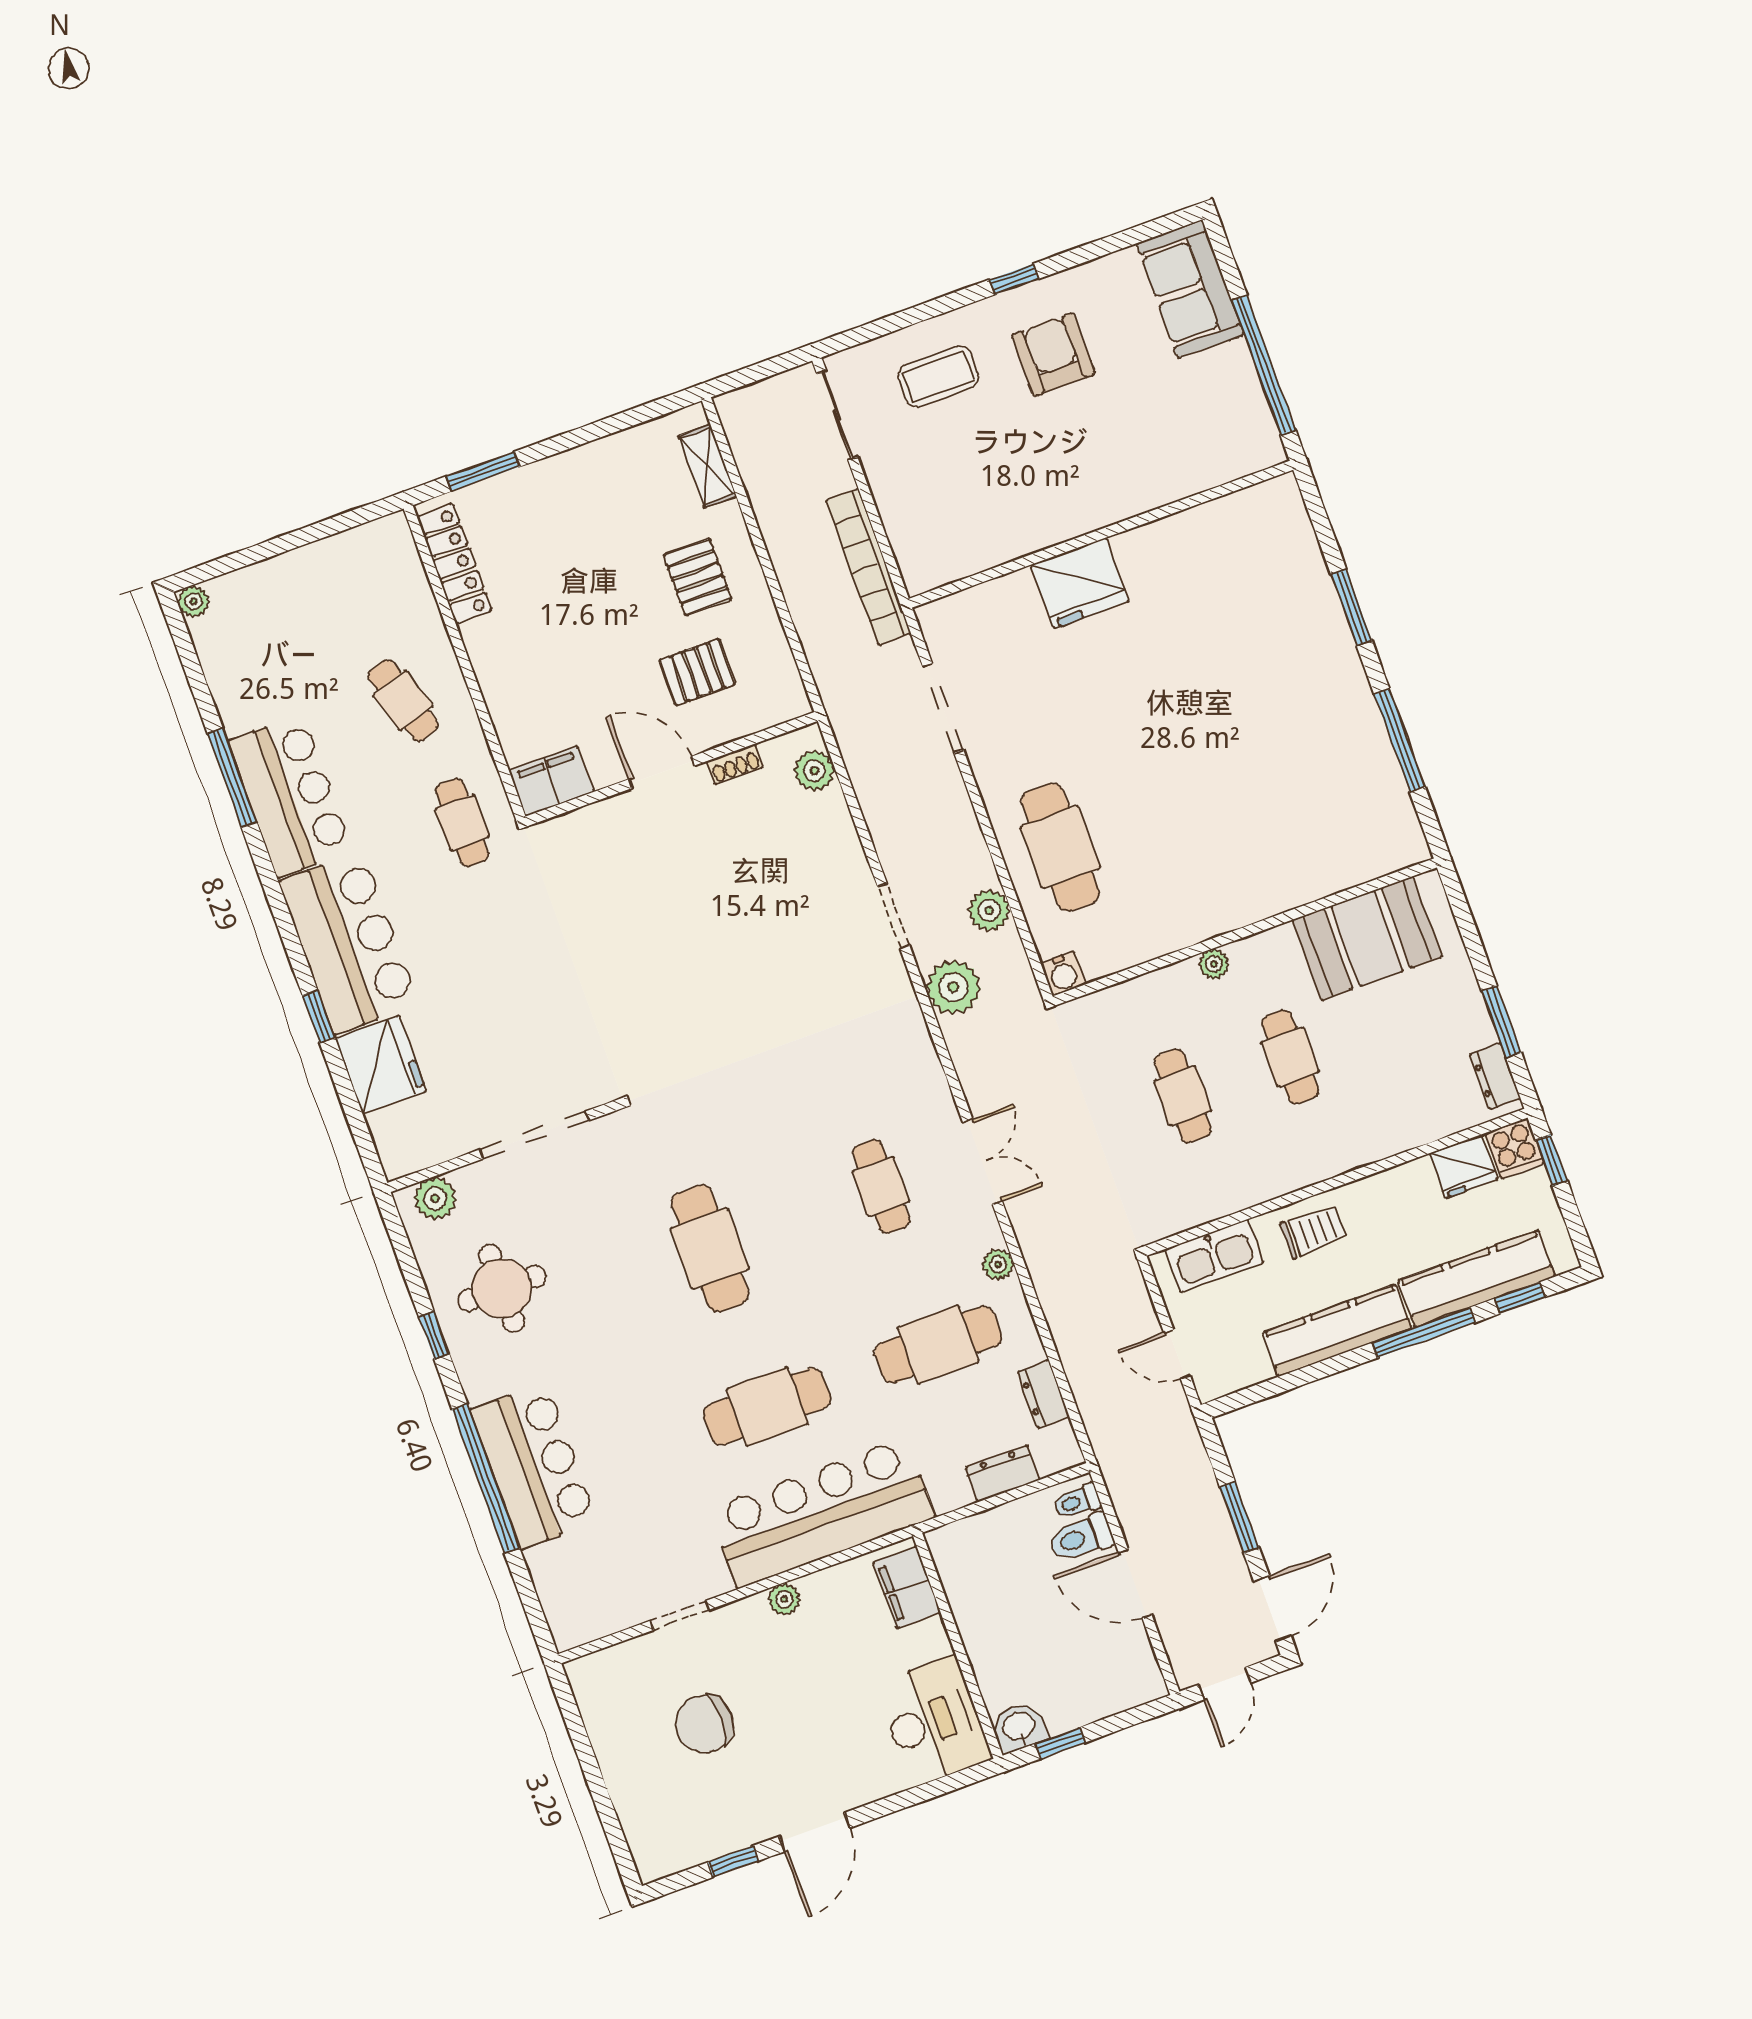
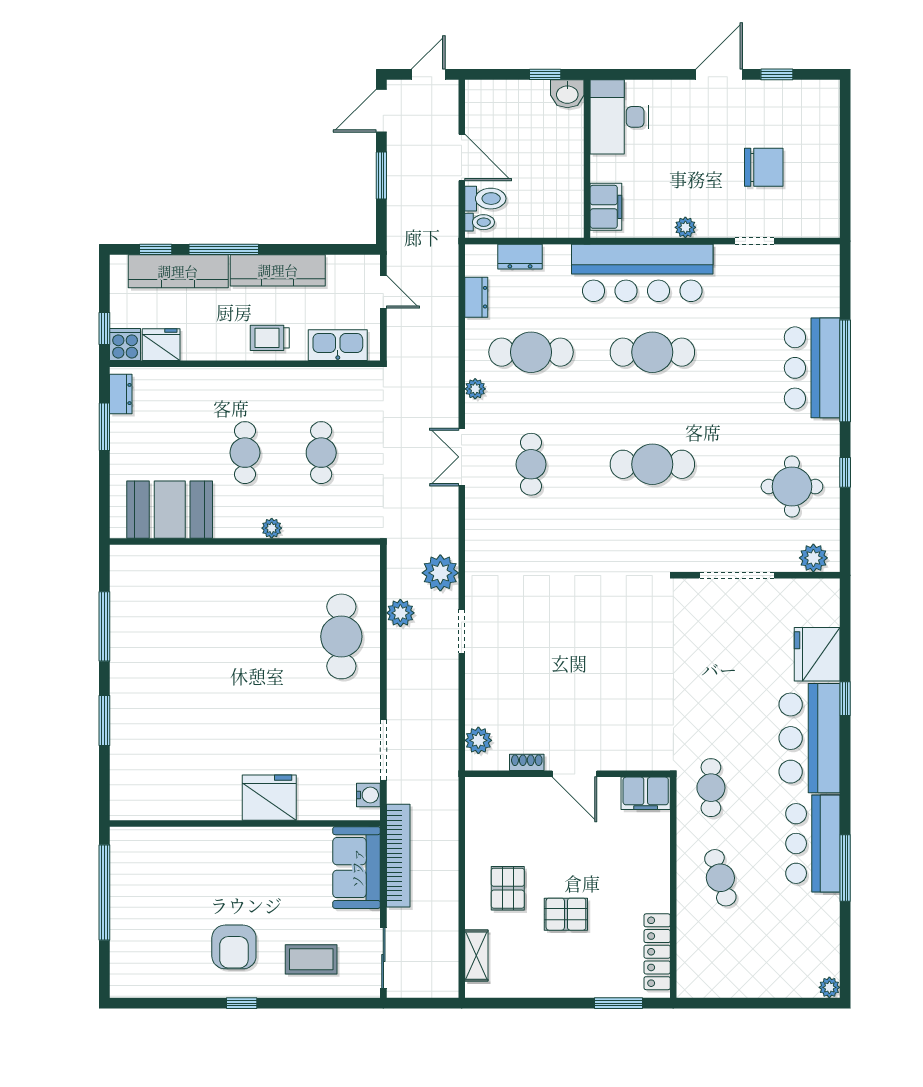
sofa: (1190, 289) -> (357, 868), moved, turned 180
pallet: (697, 672) -> (566, 914), moved
water cooler: (1063, 974) -> (368, 795), moved, turned 90
cafe table: (710, 1248) -> (652, 464), turned 90

